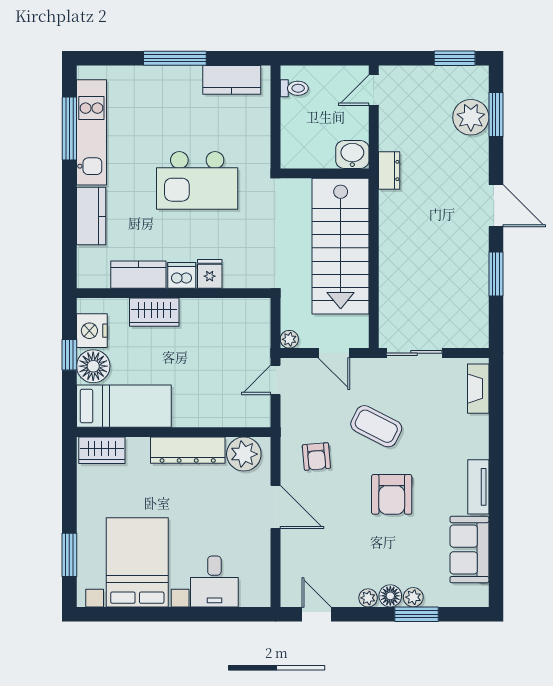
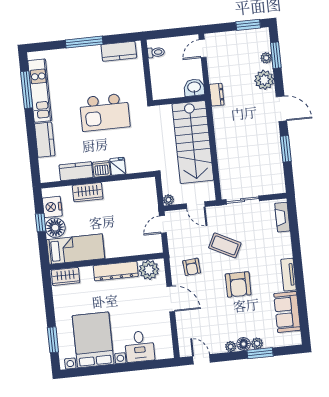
plant: (471, 117) -> (266, 58), width x0.53, depth x0.53
plant: (472, 154) -> (264, 80), added

